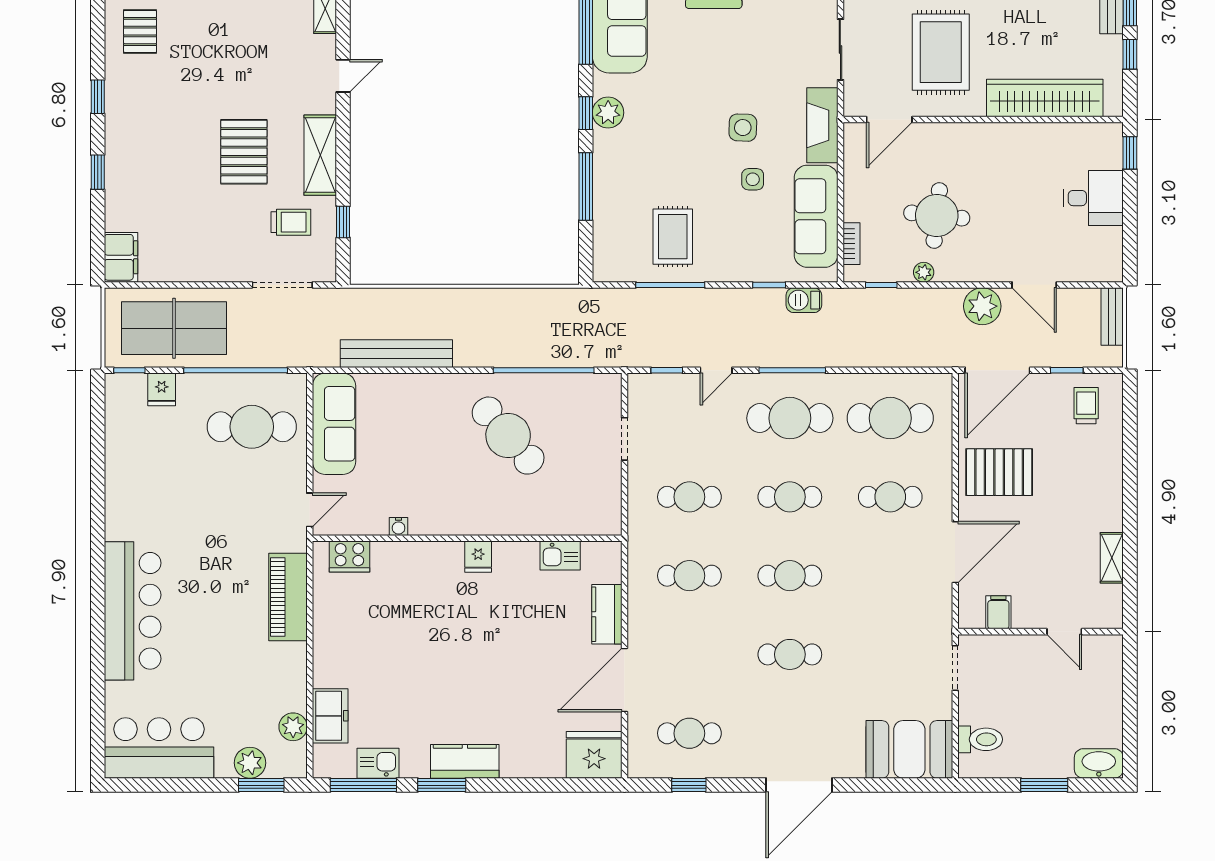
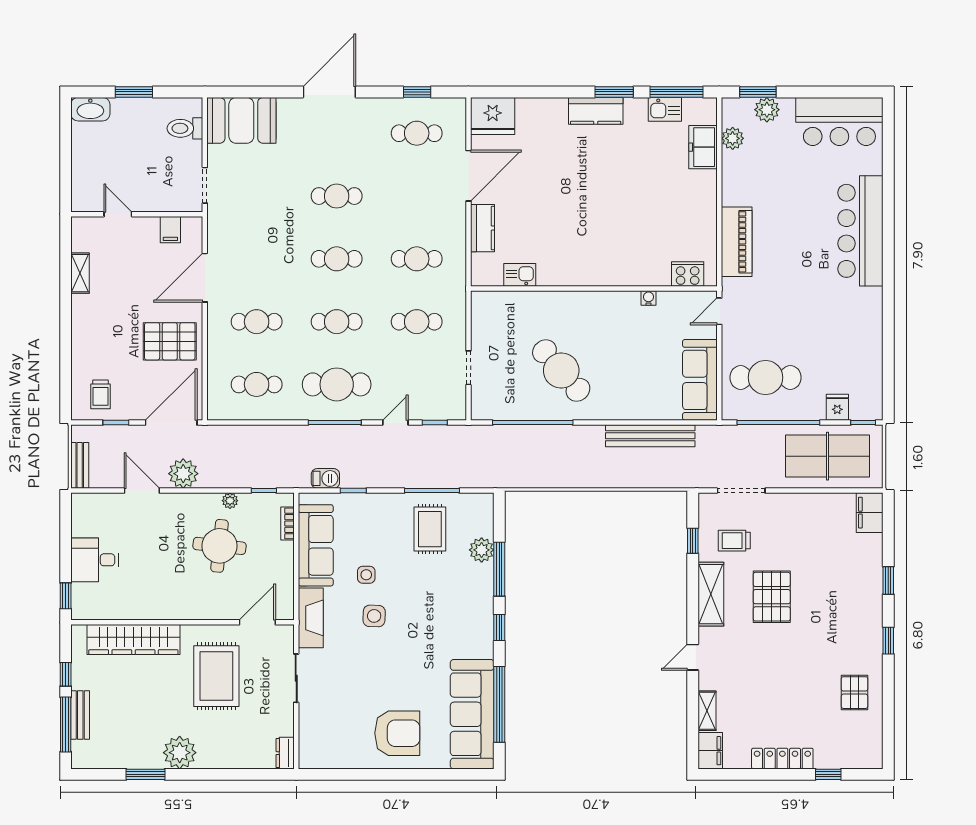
plant: (608, 113) -> (482, 550), moved
cafe table: (890, 418) -> (257, 384), width x0.73, depth x0.74
fridge: (478, 557) -> (585, 274), removed

